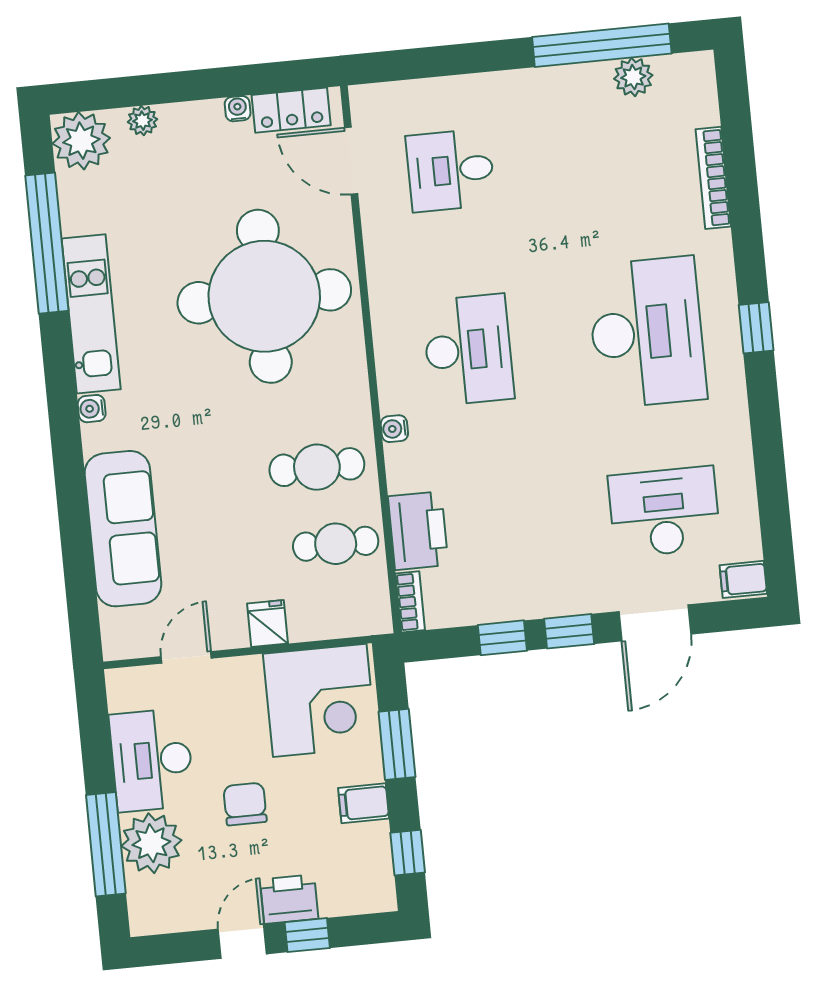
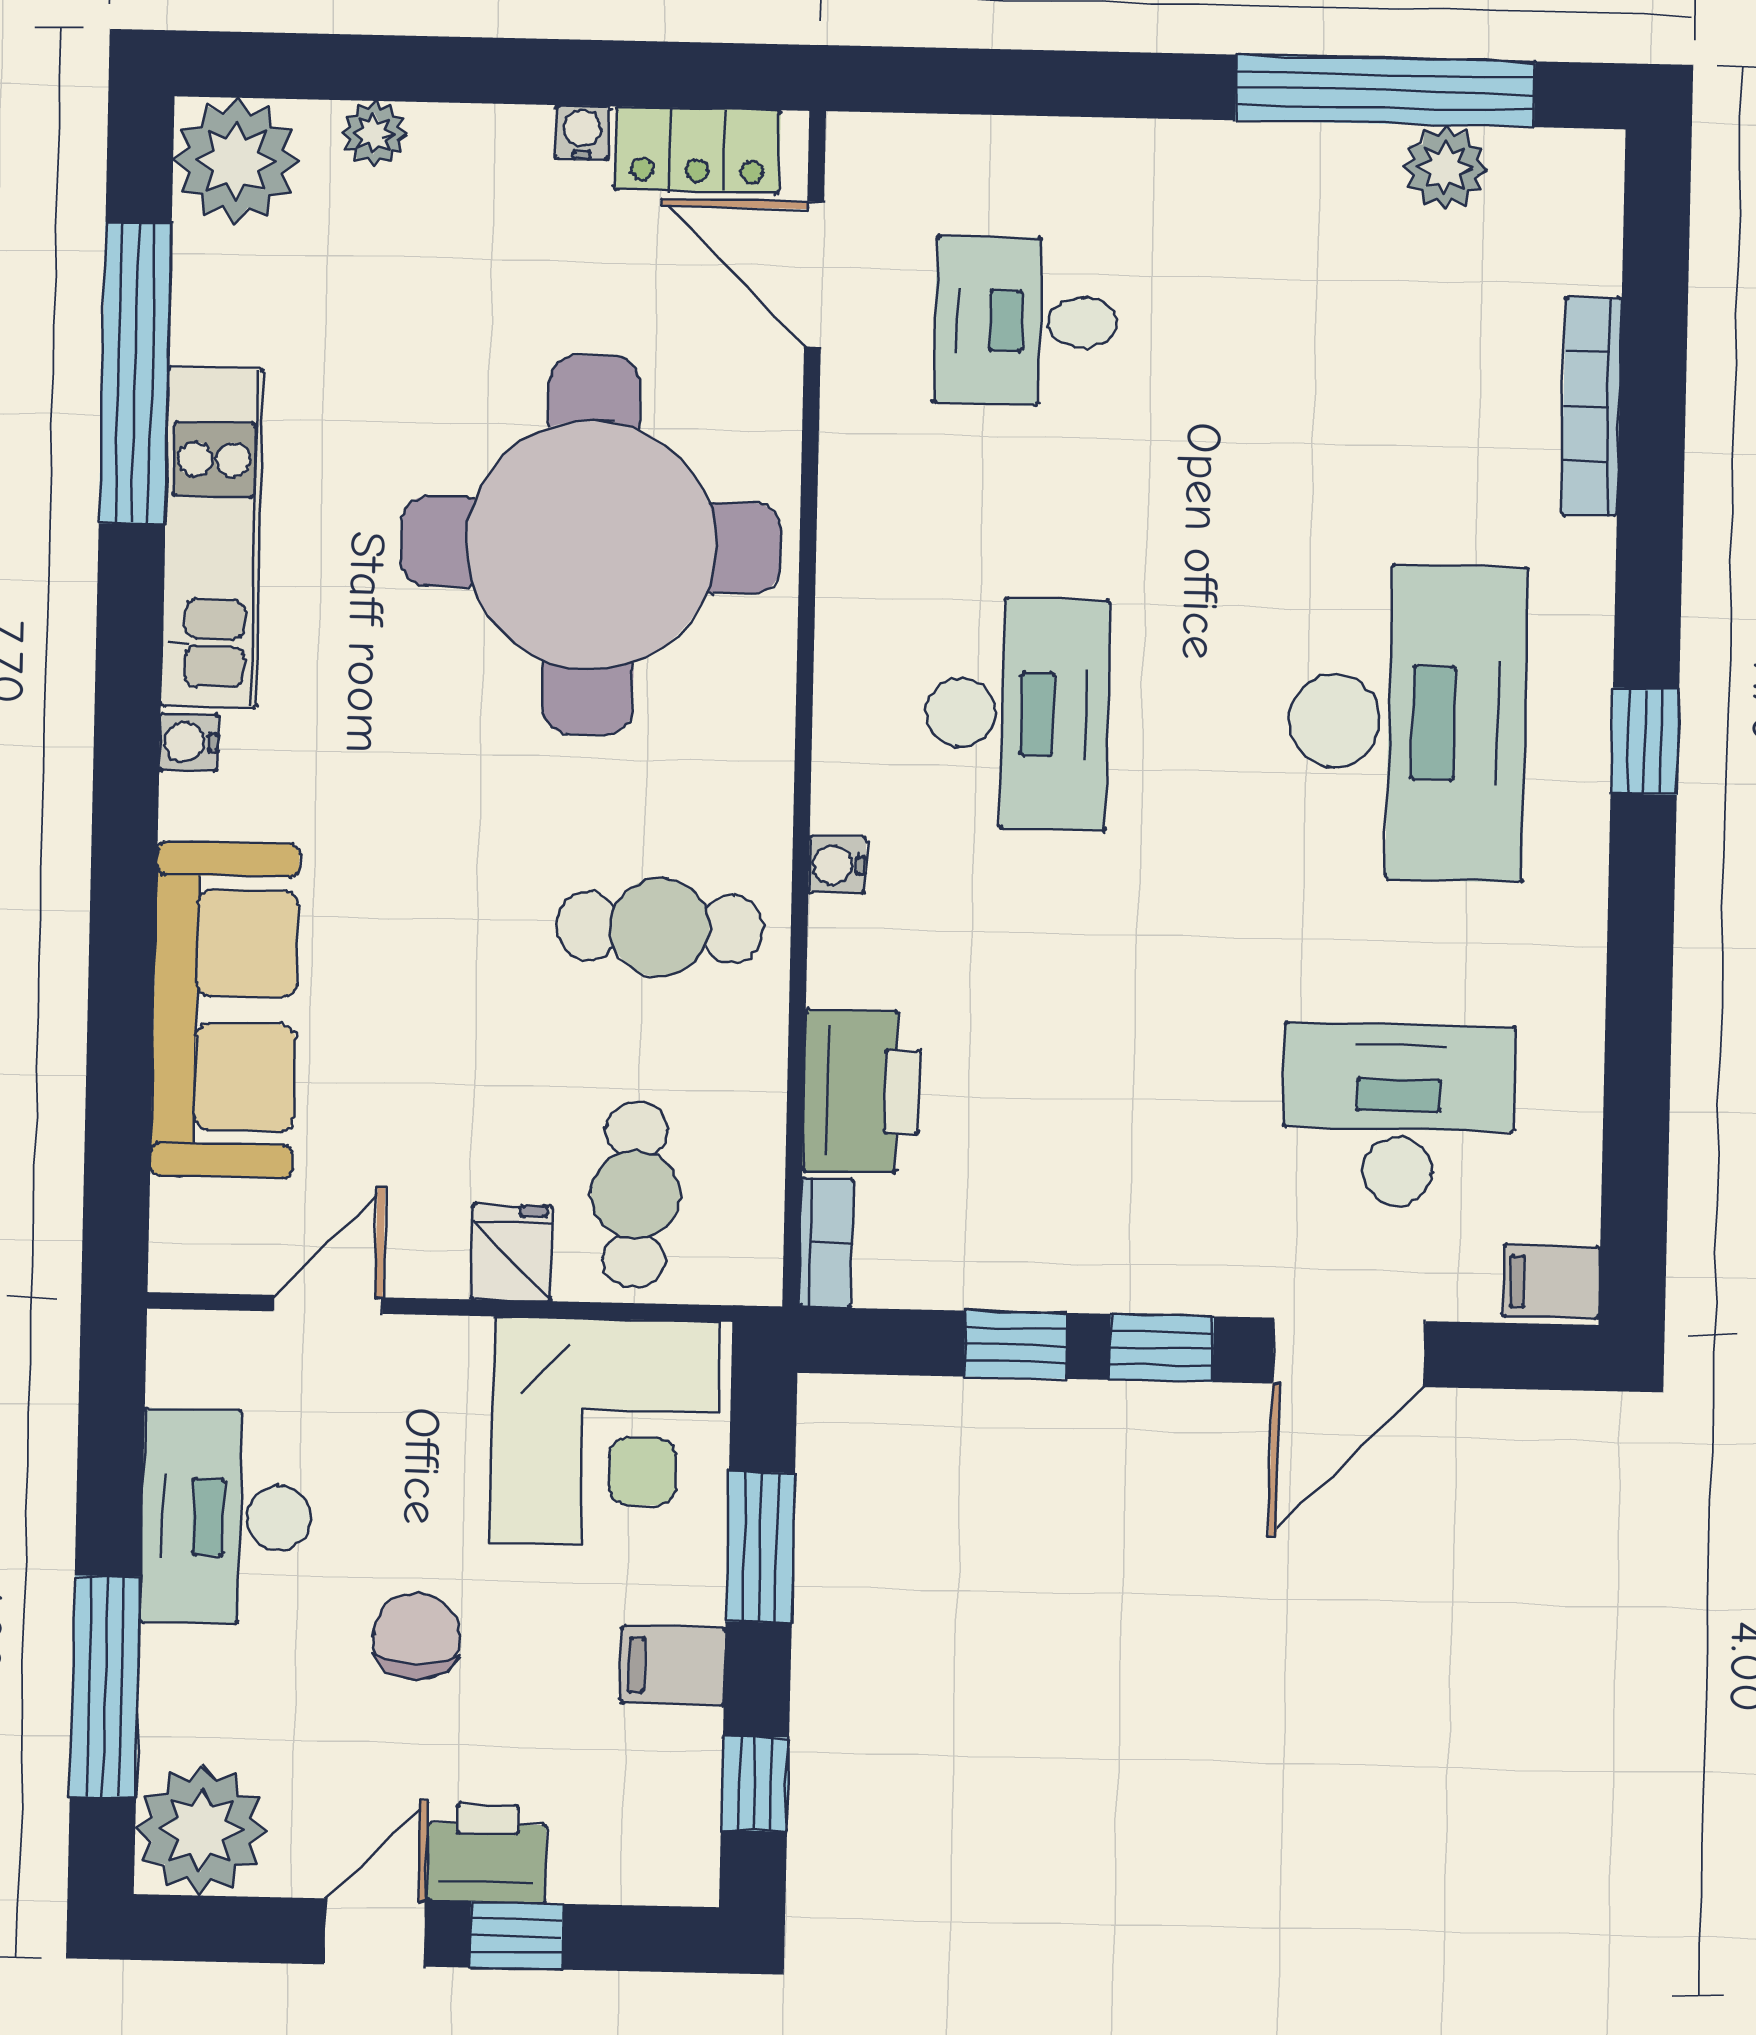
cafe table: (336, 544) -> (635, 1195), moved, turned 90
plant: (151, 843) -> (201, 1830), moved

